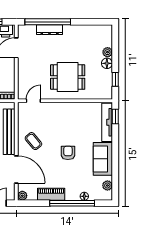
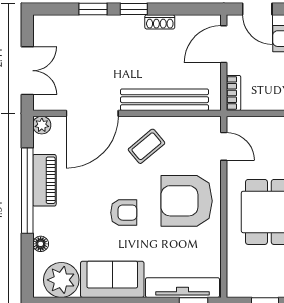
armchair: (62, 120) -> (187, 201), added
plant: (107, 186) -> (61, 280), width x1.88, depth x1.88
window: (72, 203) -> (27, 191), moved

